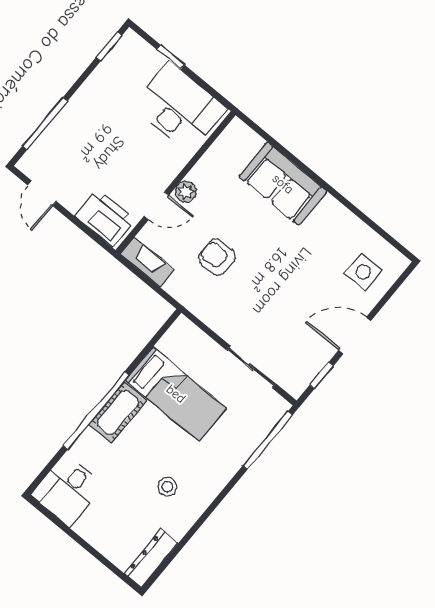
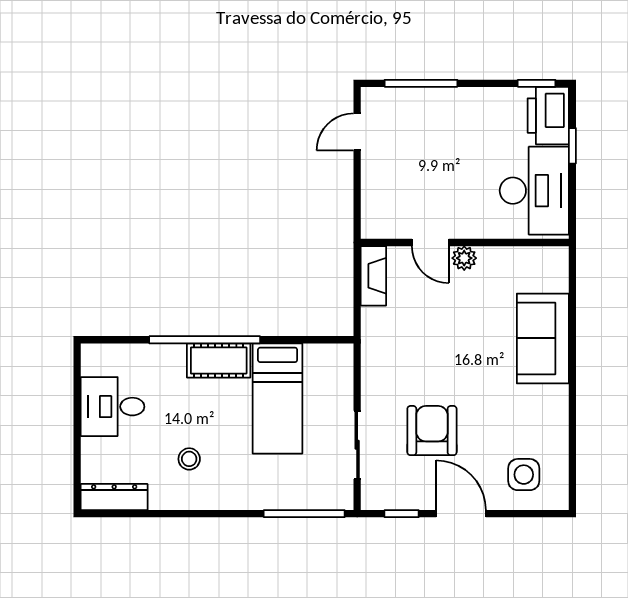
printer: (105, 218) -> (548, 116), moved, turned 180
armchair: (217, 257) -> (432, 431), moved, width x1.38, depth x1.38
desk: (67, 490) -> (113, 407), moved

